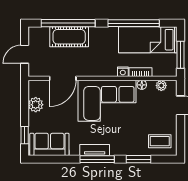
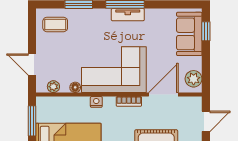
bookcase: (141, 72) -> (129, 101), moved
plant: (36, 105) -> (194, 79), moved
sofa: (49, 144) -> (189, 34), moved, turned 90

